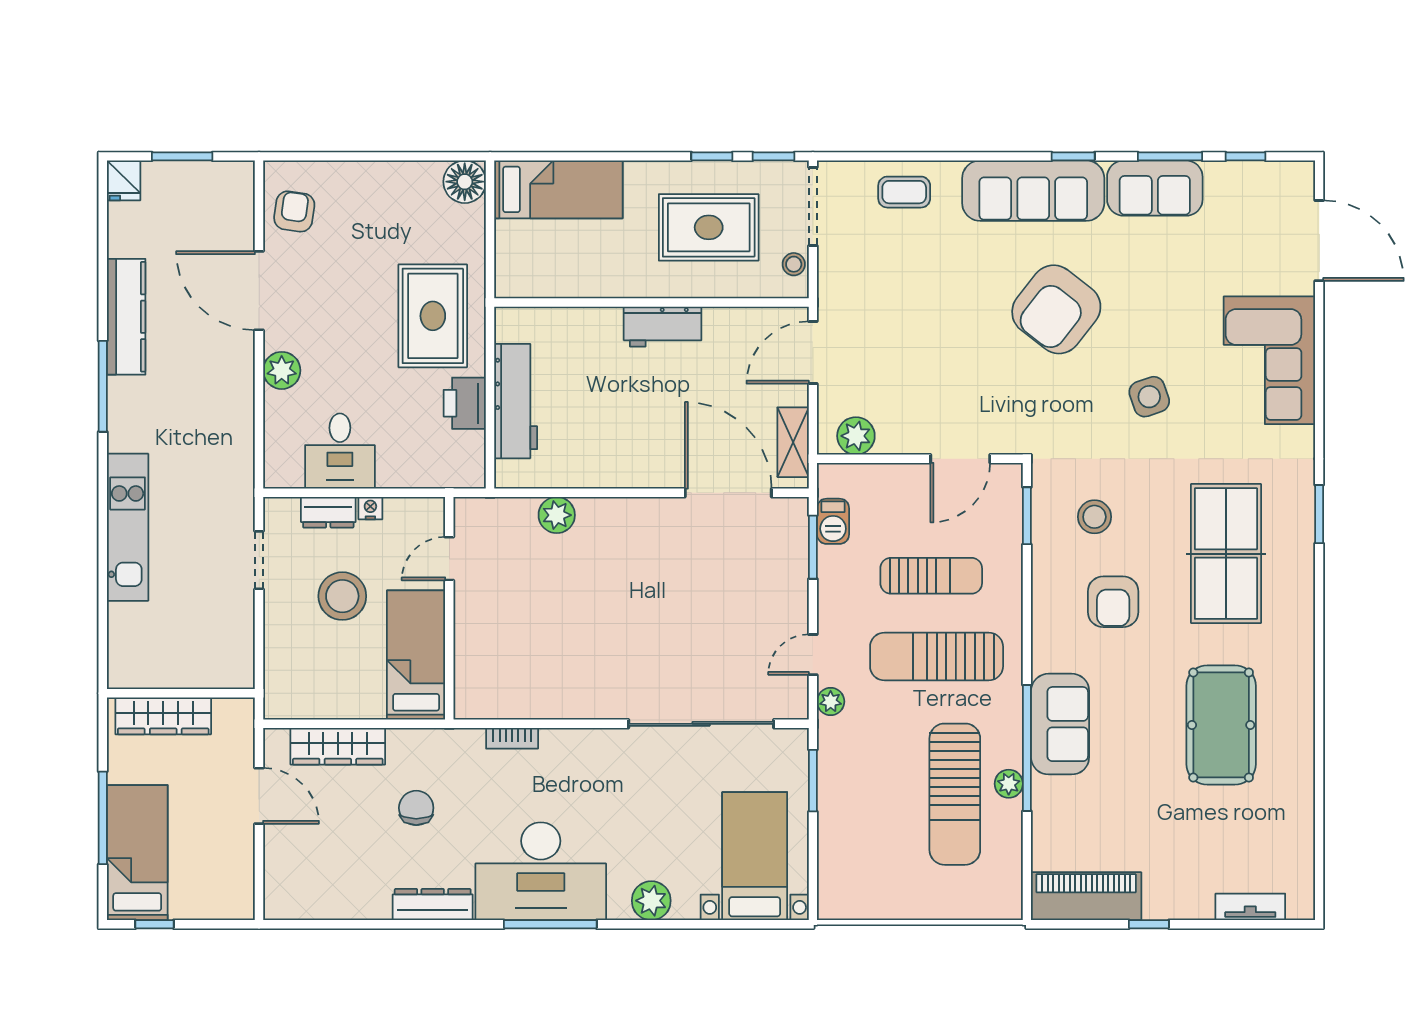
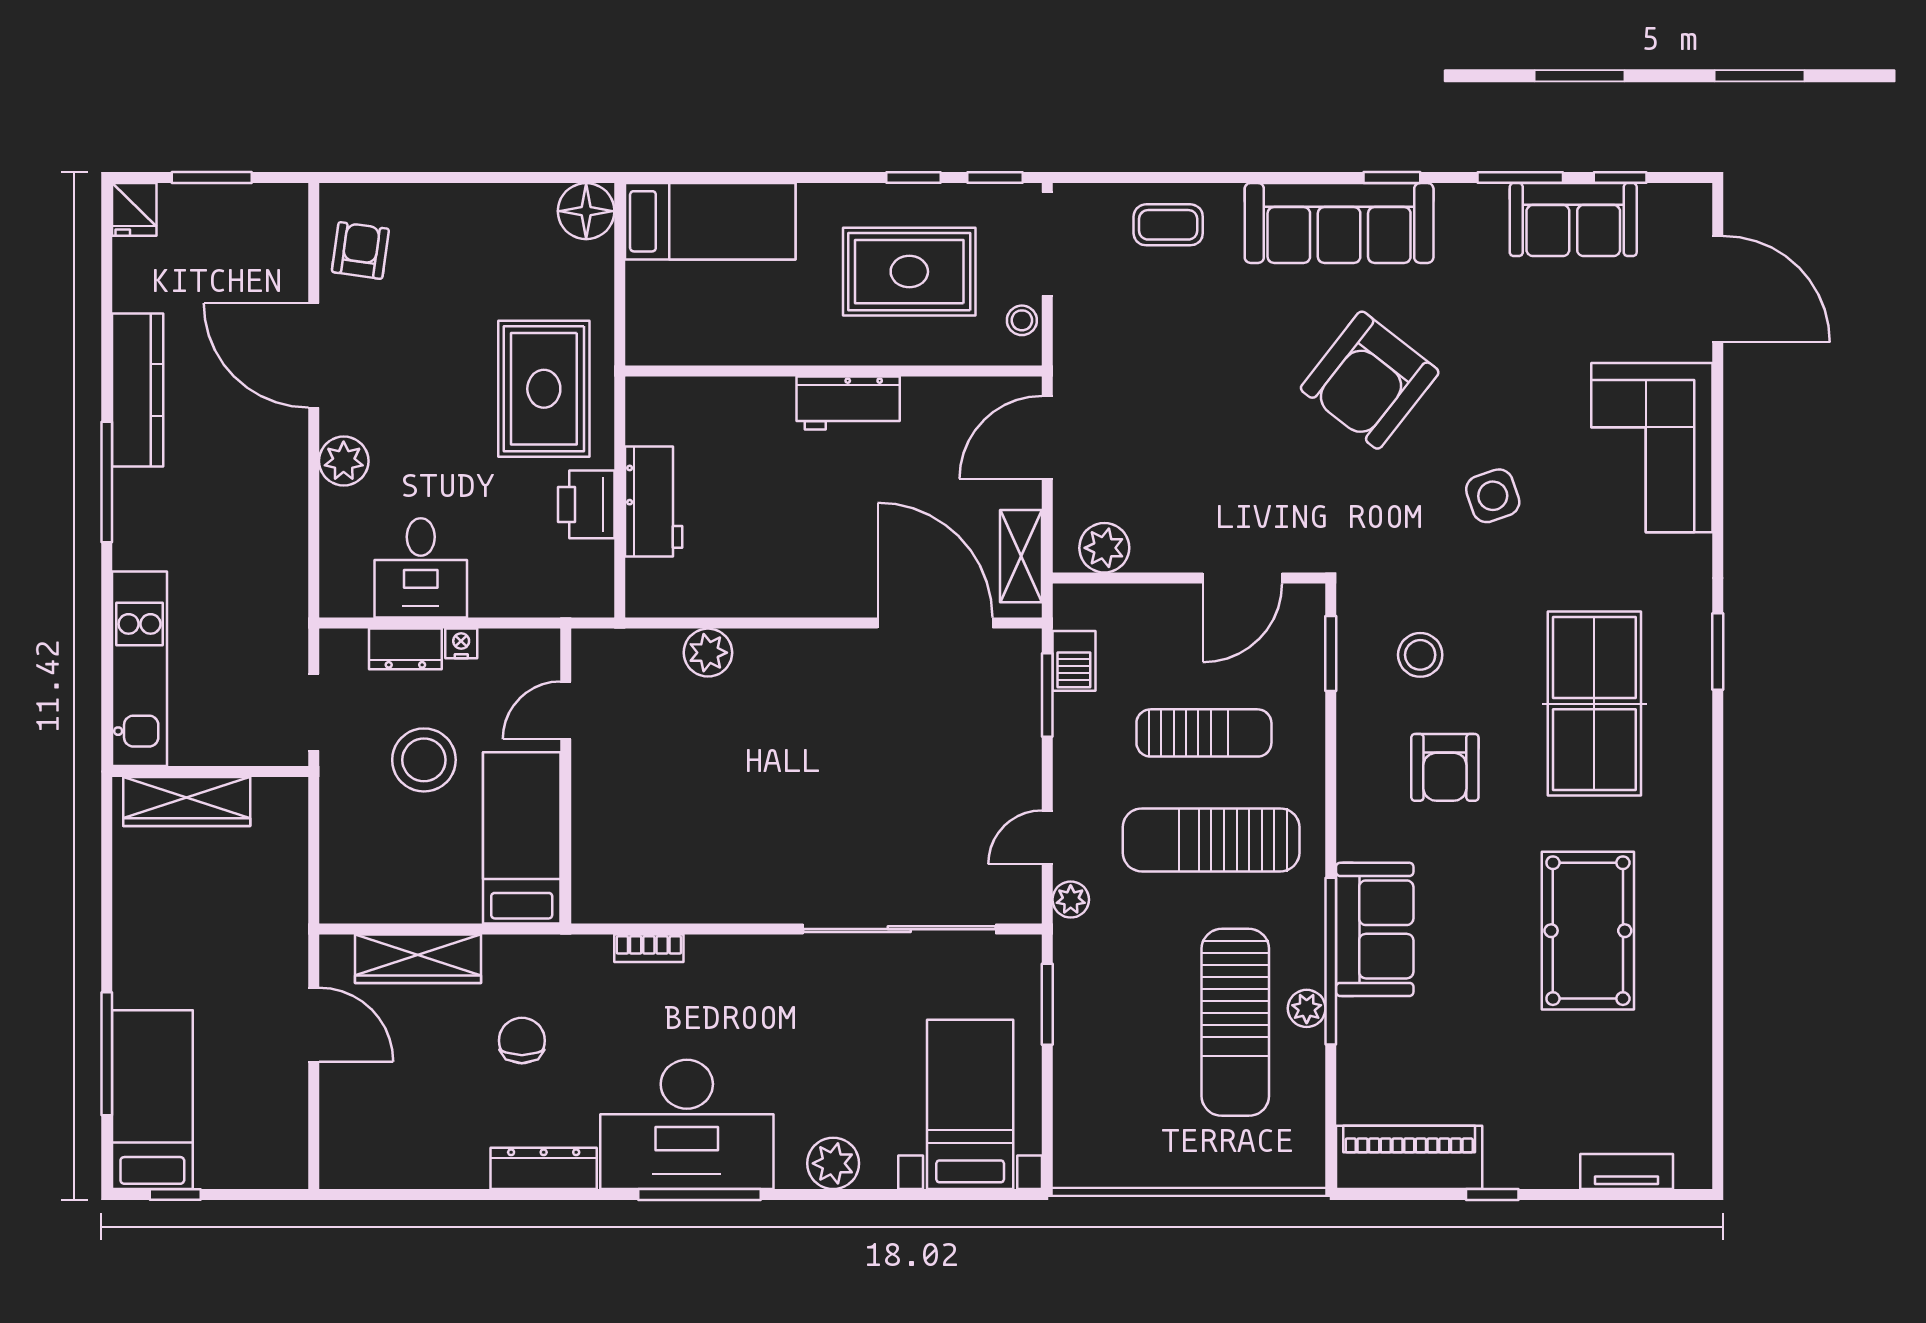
sofa: (1155, 188) -> (1573, 220), moved
workbench: (516, 401) -> (654, 502), width x0.73
wall: (181, 693) -> (210, 772), moved
wardrobe: (163, 716) -> (187, 802), moved

